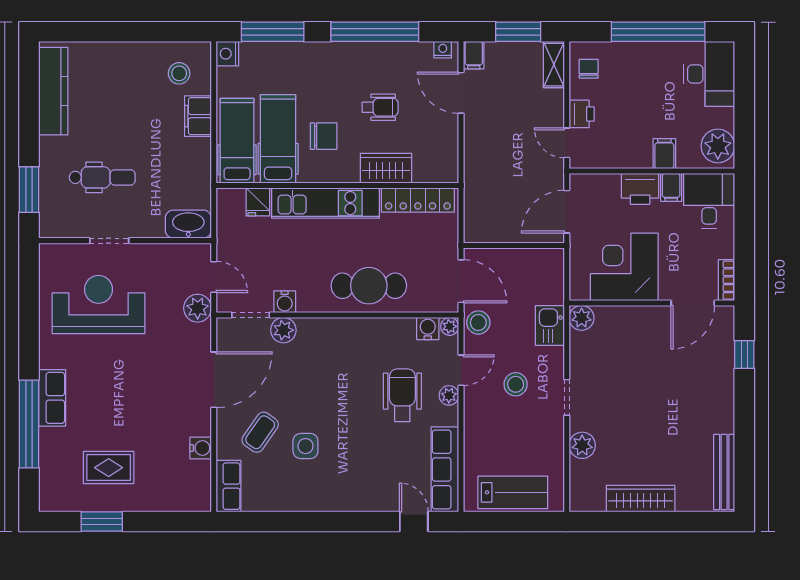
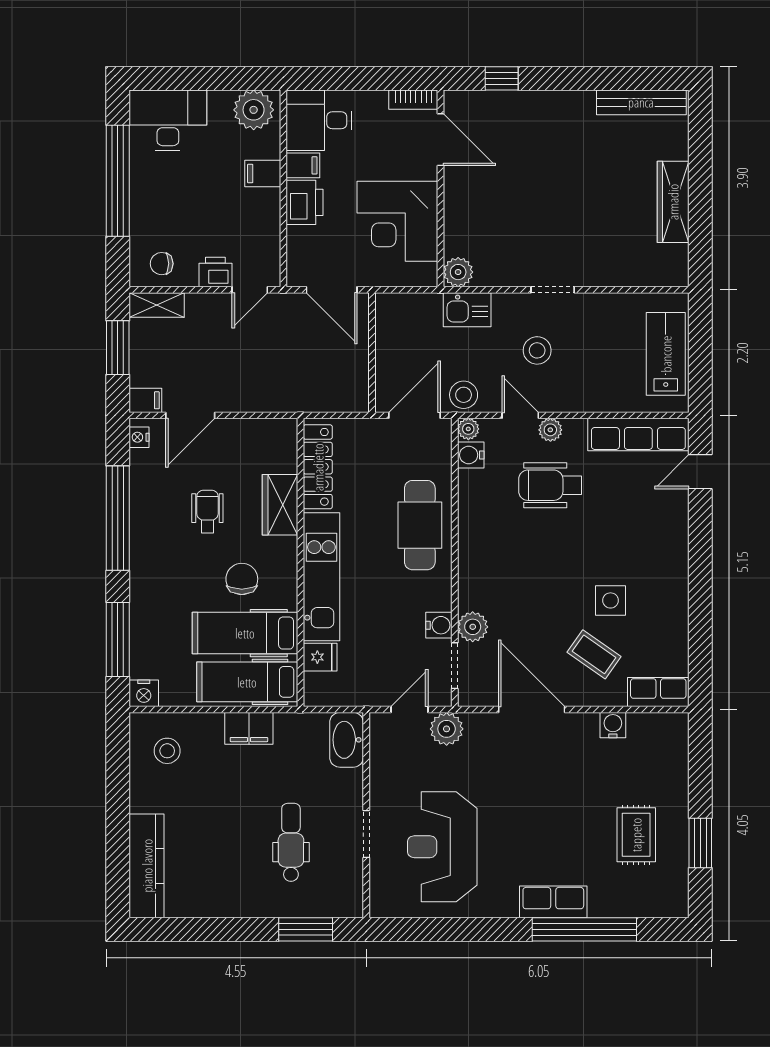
kitchen counter: (53, 91) -> (147, 866), moved, turned 90
filing cabinet: (198, 116) -> (249, 728), moved
plant: (582, 445) -> (610, 271), removed

